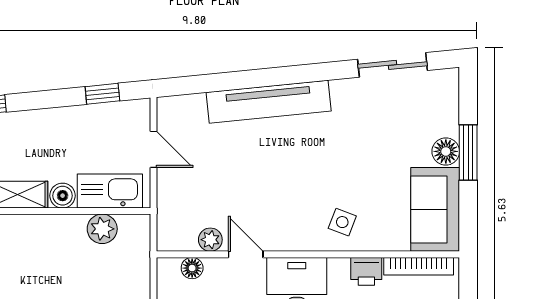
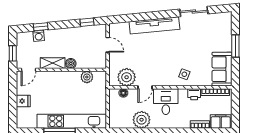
sliding door: (393, 65) -> (194, 12), moved
floor lamp: (446, 151) -> (226, 46), removed
kitchen sink: (110, 191) -> (90, 62), removed
plant: (210, 240) -> (127, 77), width x1.87, depth x1.87
door: (246, 254) -> (145, 87), swing flipped

